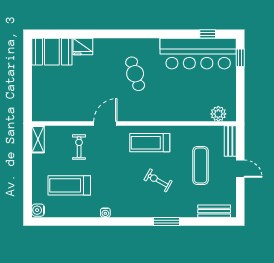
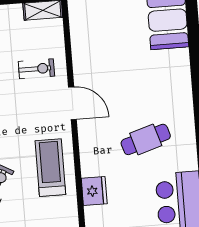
fridge: (83, 47) -> (94, 191), moved, turned 180

